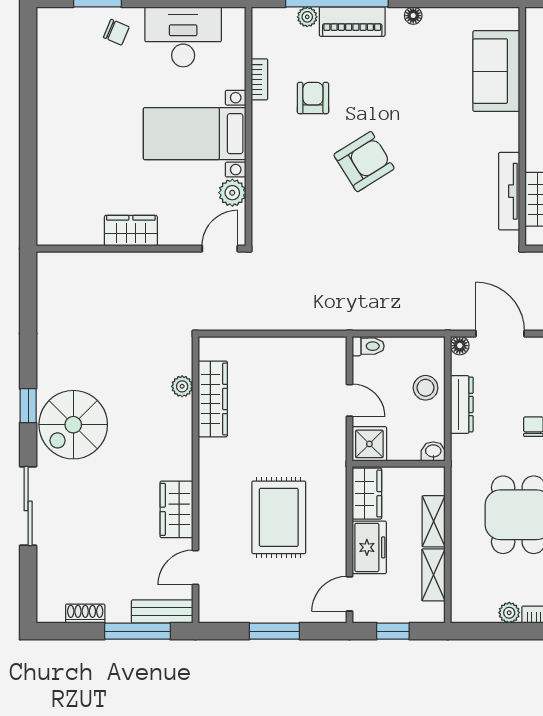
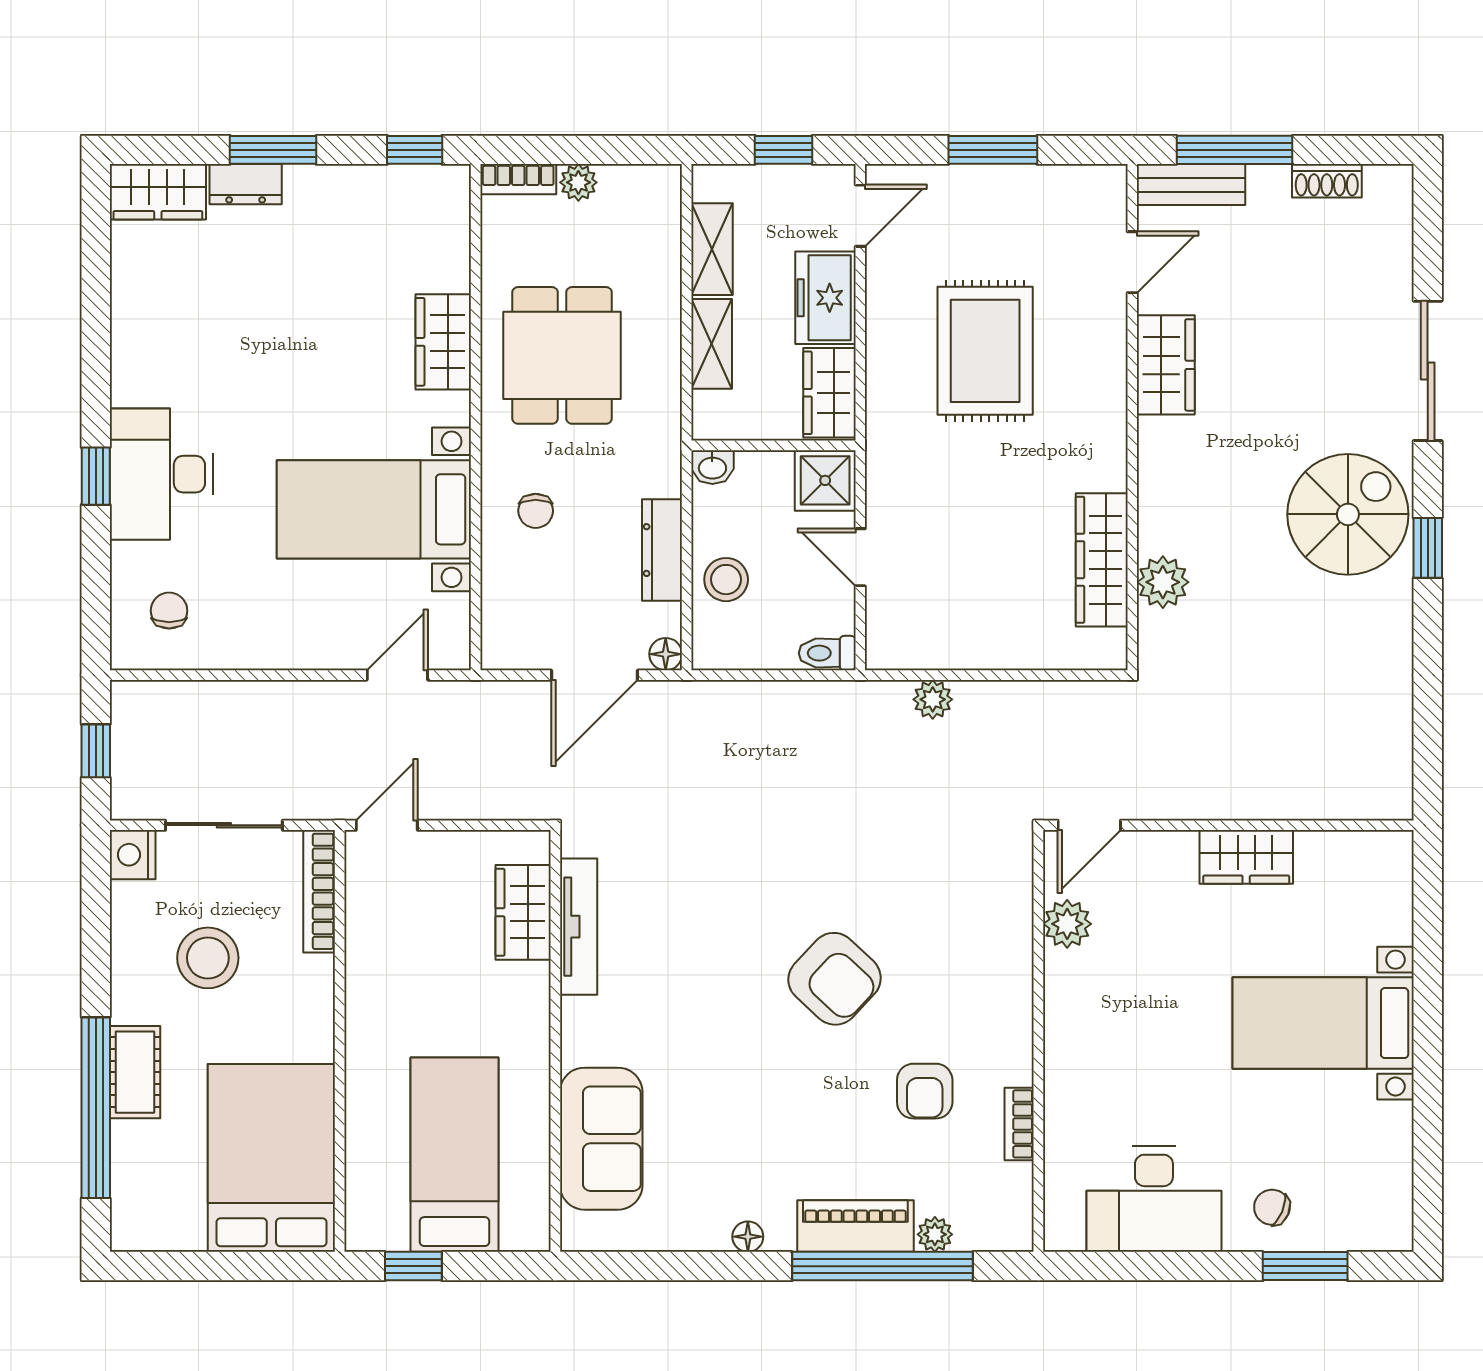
bed with nightstands: (195, 134) -> (1323, 1023), moved, turned 180
armchair: (364, 162) -> (835, 979), turned -105
plant: (308, 320) -> (933, 699), added
door: (500, 334) -> (595, 675), hinge flipped
plant: (182, 386) -> (1163, 582), width x1.38, depth x1.38

